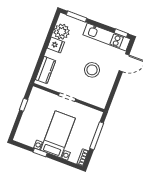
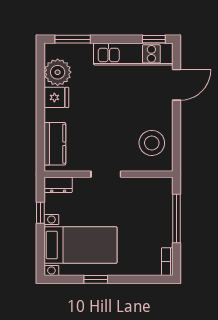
stool: (92, 70) -> (152, 143), moved
dresser: (39, 93) -> (58, 185), added
bed with nightstands: (58, 134) -> (81, 245), moved, turned 90

